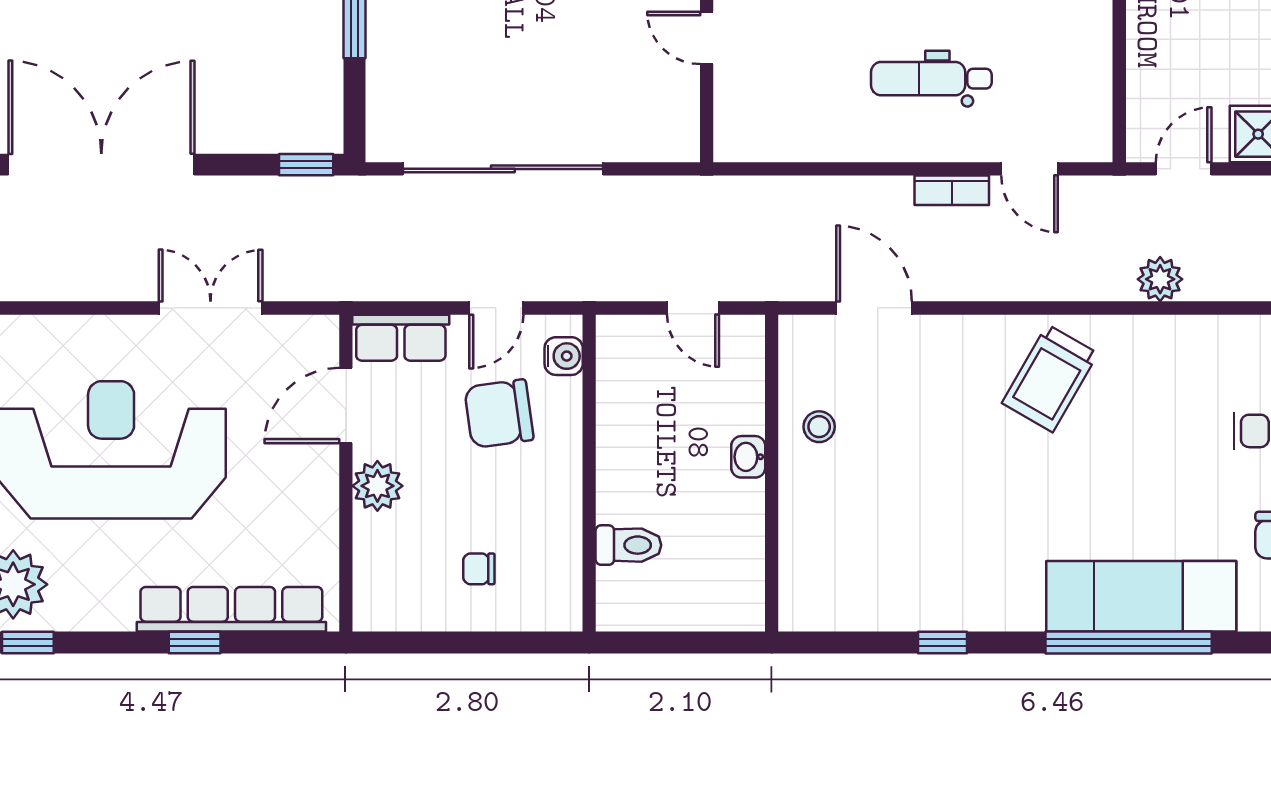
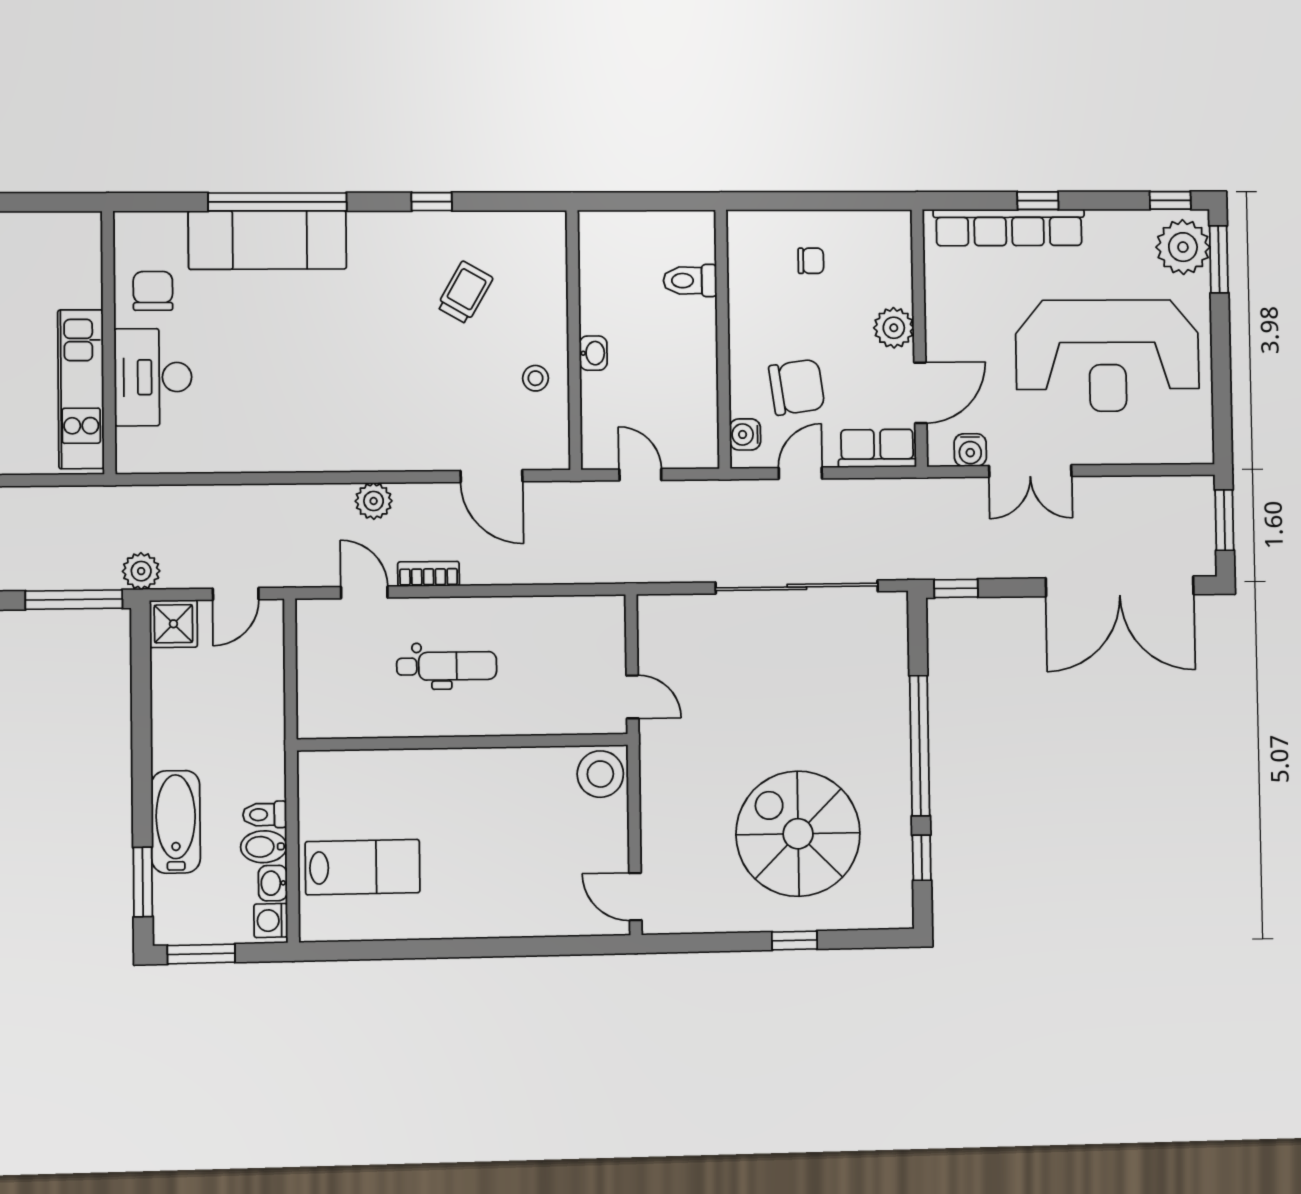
plant: (1160, 279) -> (374, 501), moved
water cooler: (285, 335) -> (970, 450), added
trolley: (1050, 378) -> (465, 292), moved, width x0.73, depth x0.72

